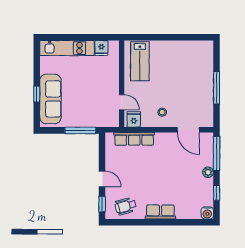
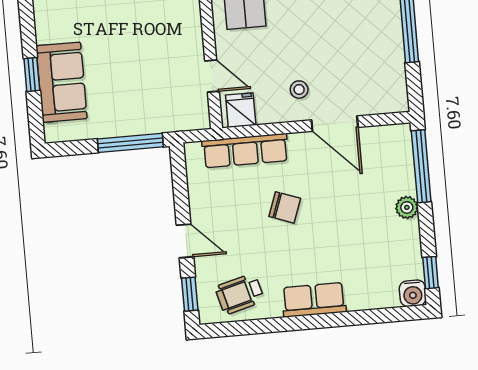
sofa: (50, 99) -> (62, 82), width x0.73
door: (188, 130) -> (335, 124), moved
chair: (151, 167) -> (285, 207), added
window: (217, 193) -> (431, 273), moved

